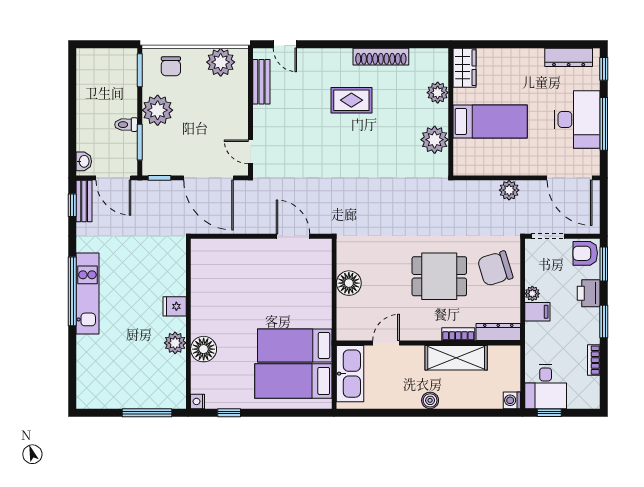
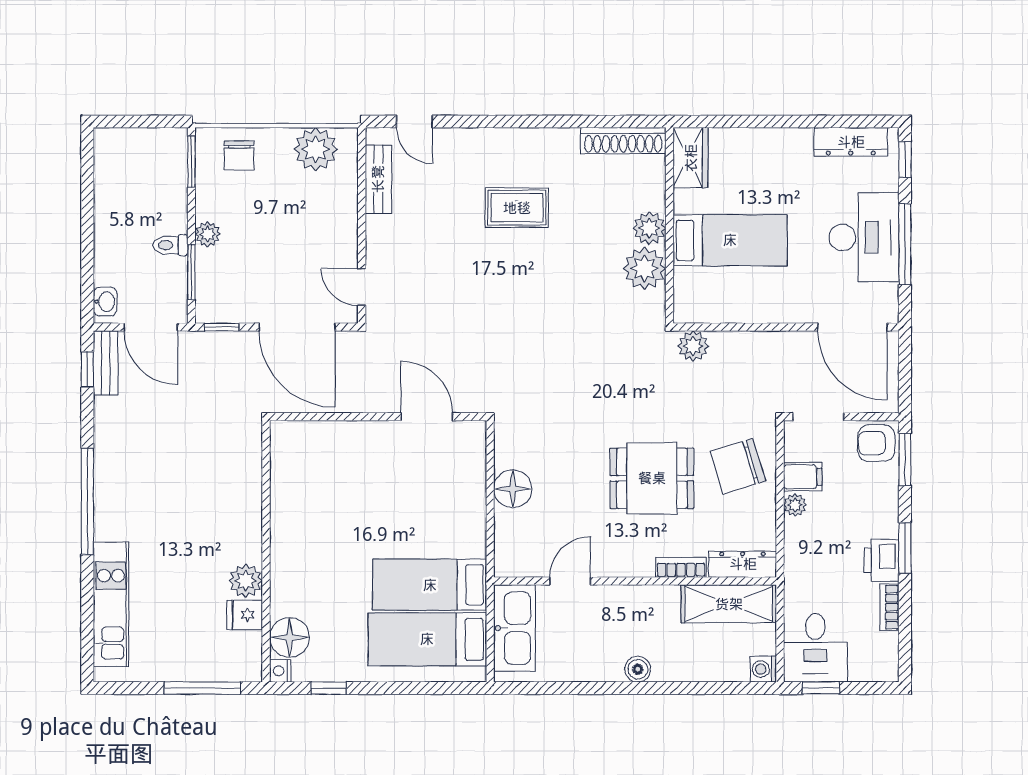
shoe rack: (381, 57) -> (623, 141), moved
plant: (438, 93) -> (649, 228), moved
plant: (158, 110) -> (208, 234), width x0.53, depth x0.53
plant: (509, 190) -> (693, 346), moved
kitchen unit: (87, 293) -> (111, 604), moved
printer: (589, 293) -> (882, 560), moved
fridge: (175, 306) -> (245, 615), moved
filing cabinet: (537, 312) -> (803, 477), moved
floor lamp: (204, 349) -> (289, 637), moved
shelving: (456, 358) -> (729, 604), moved

